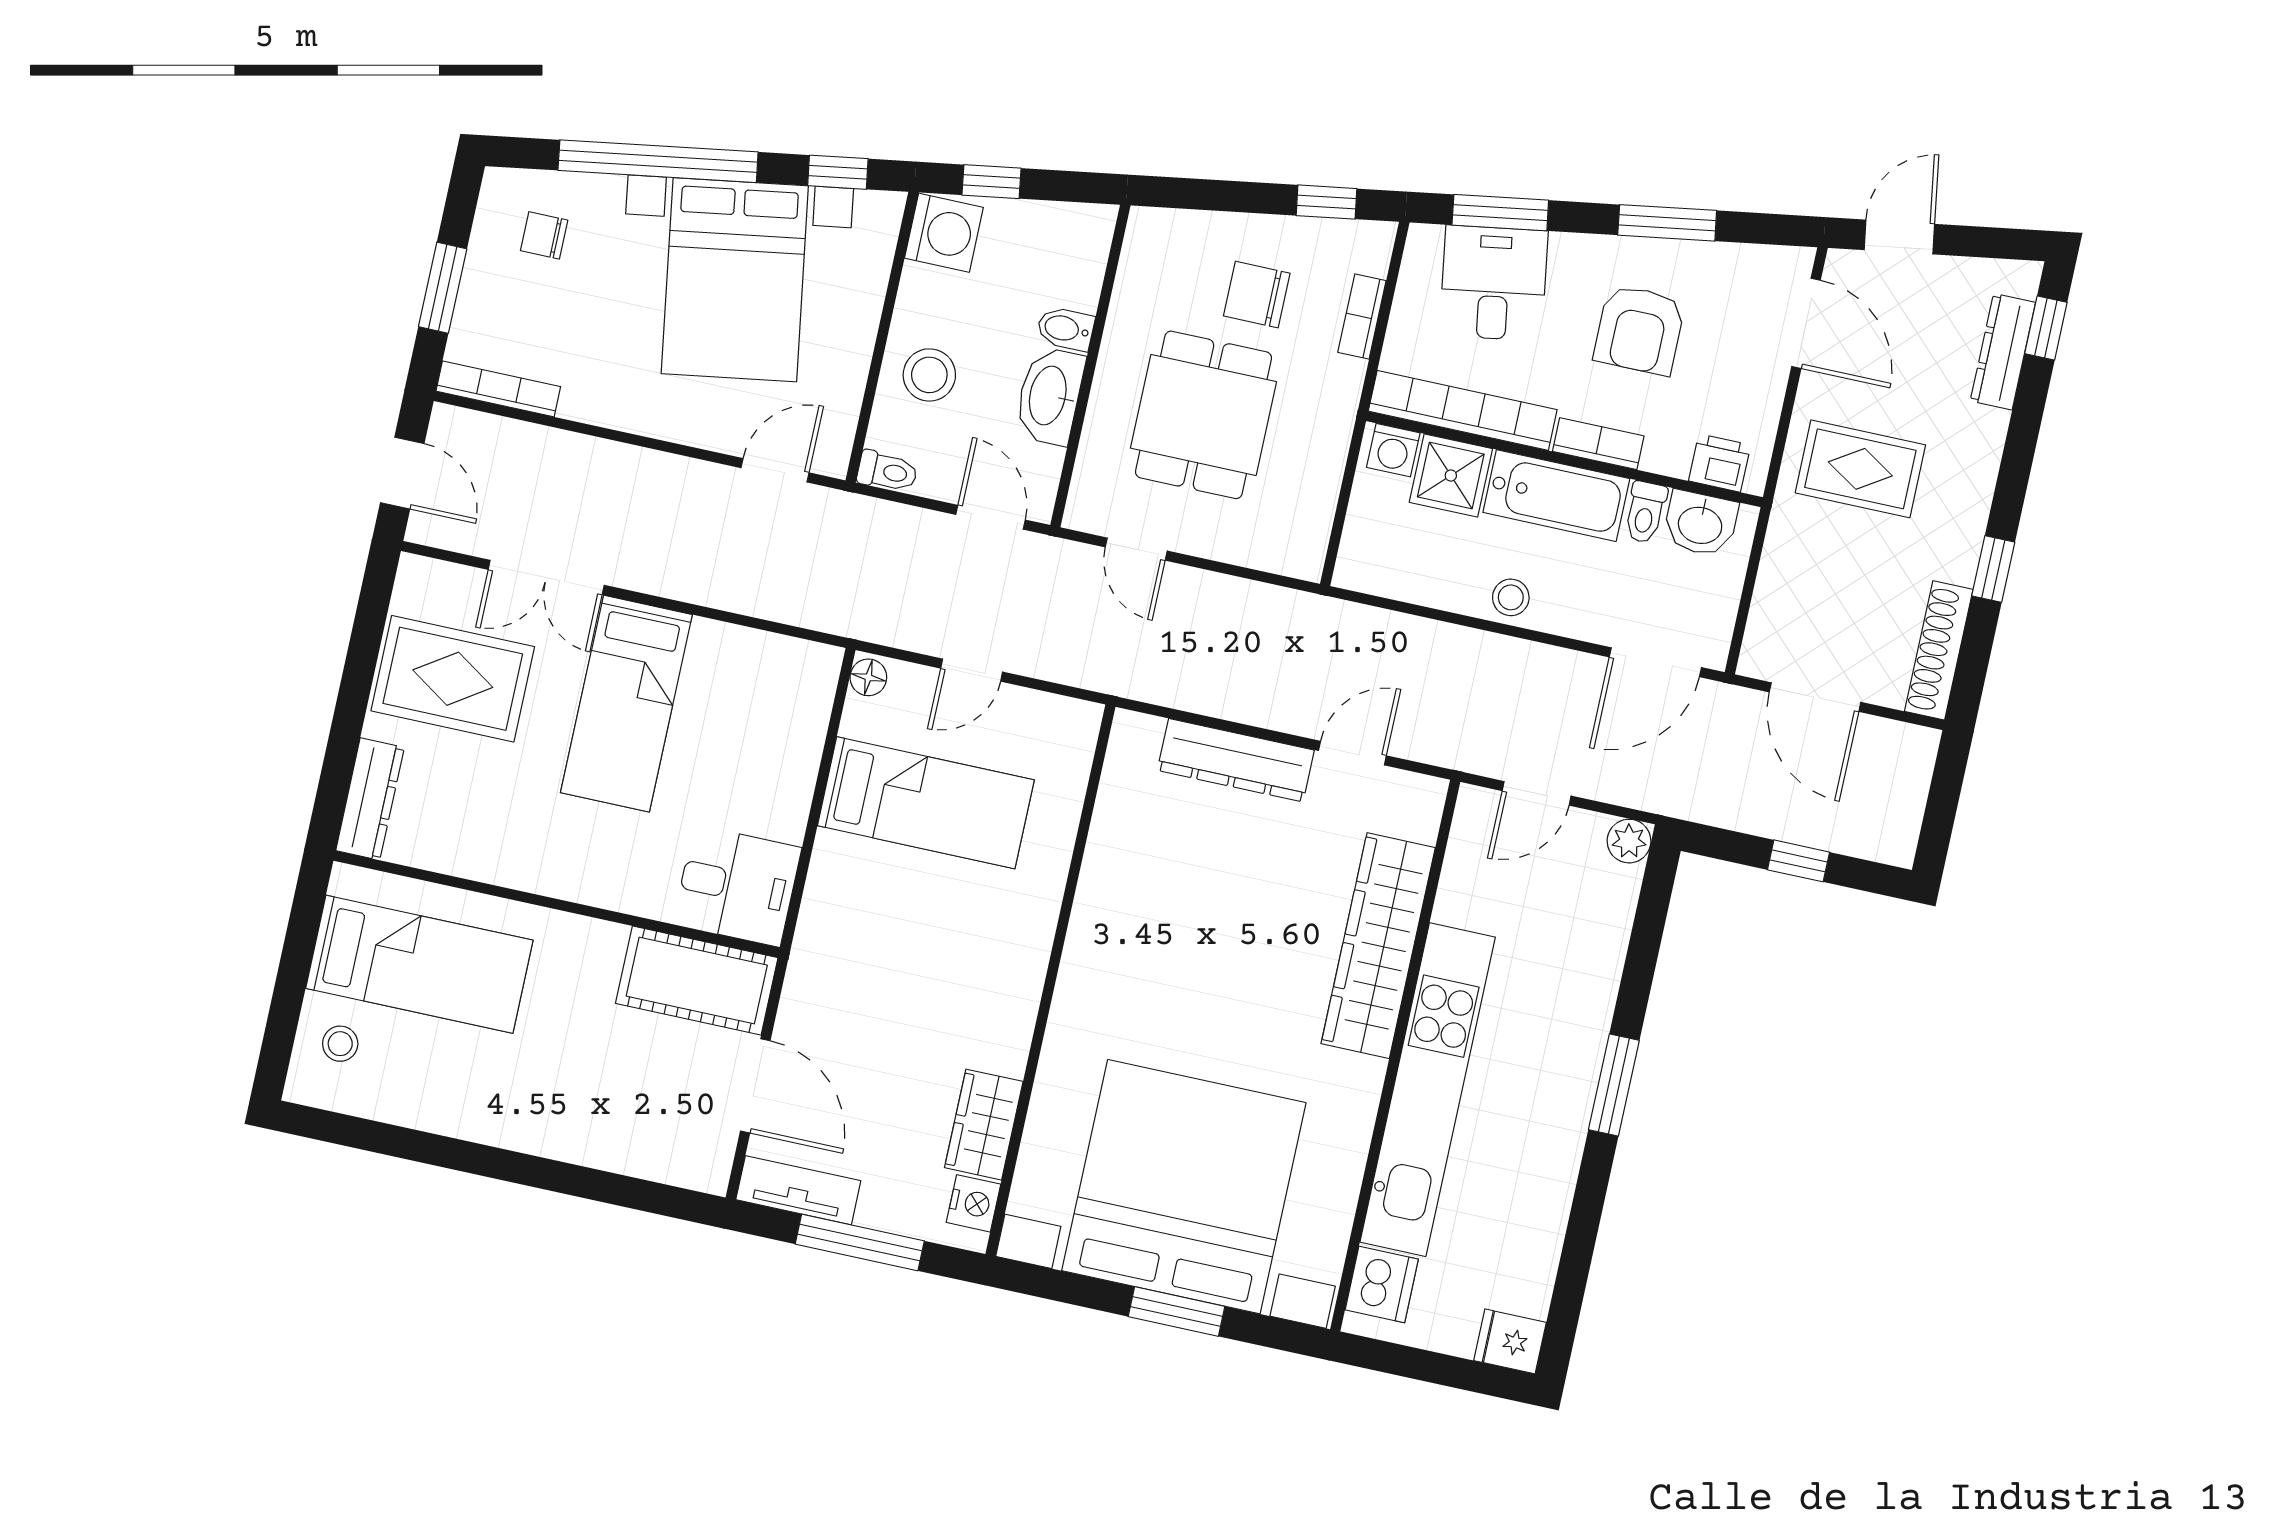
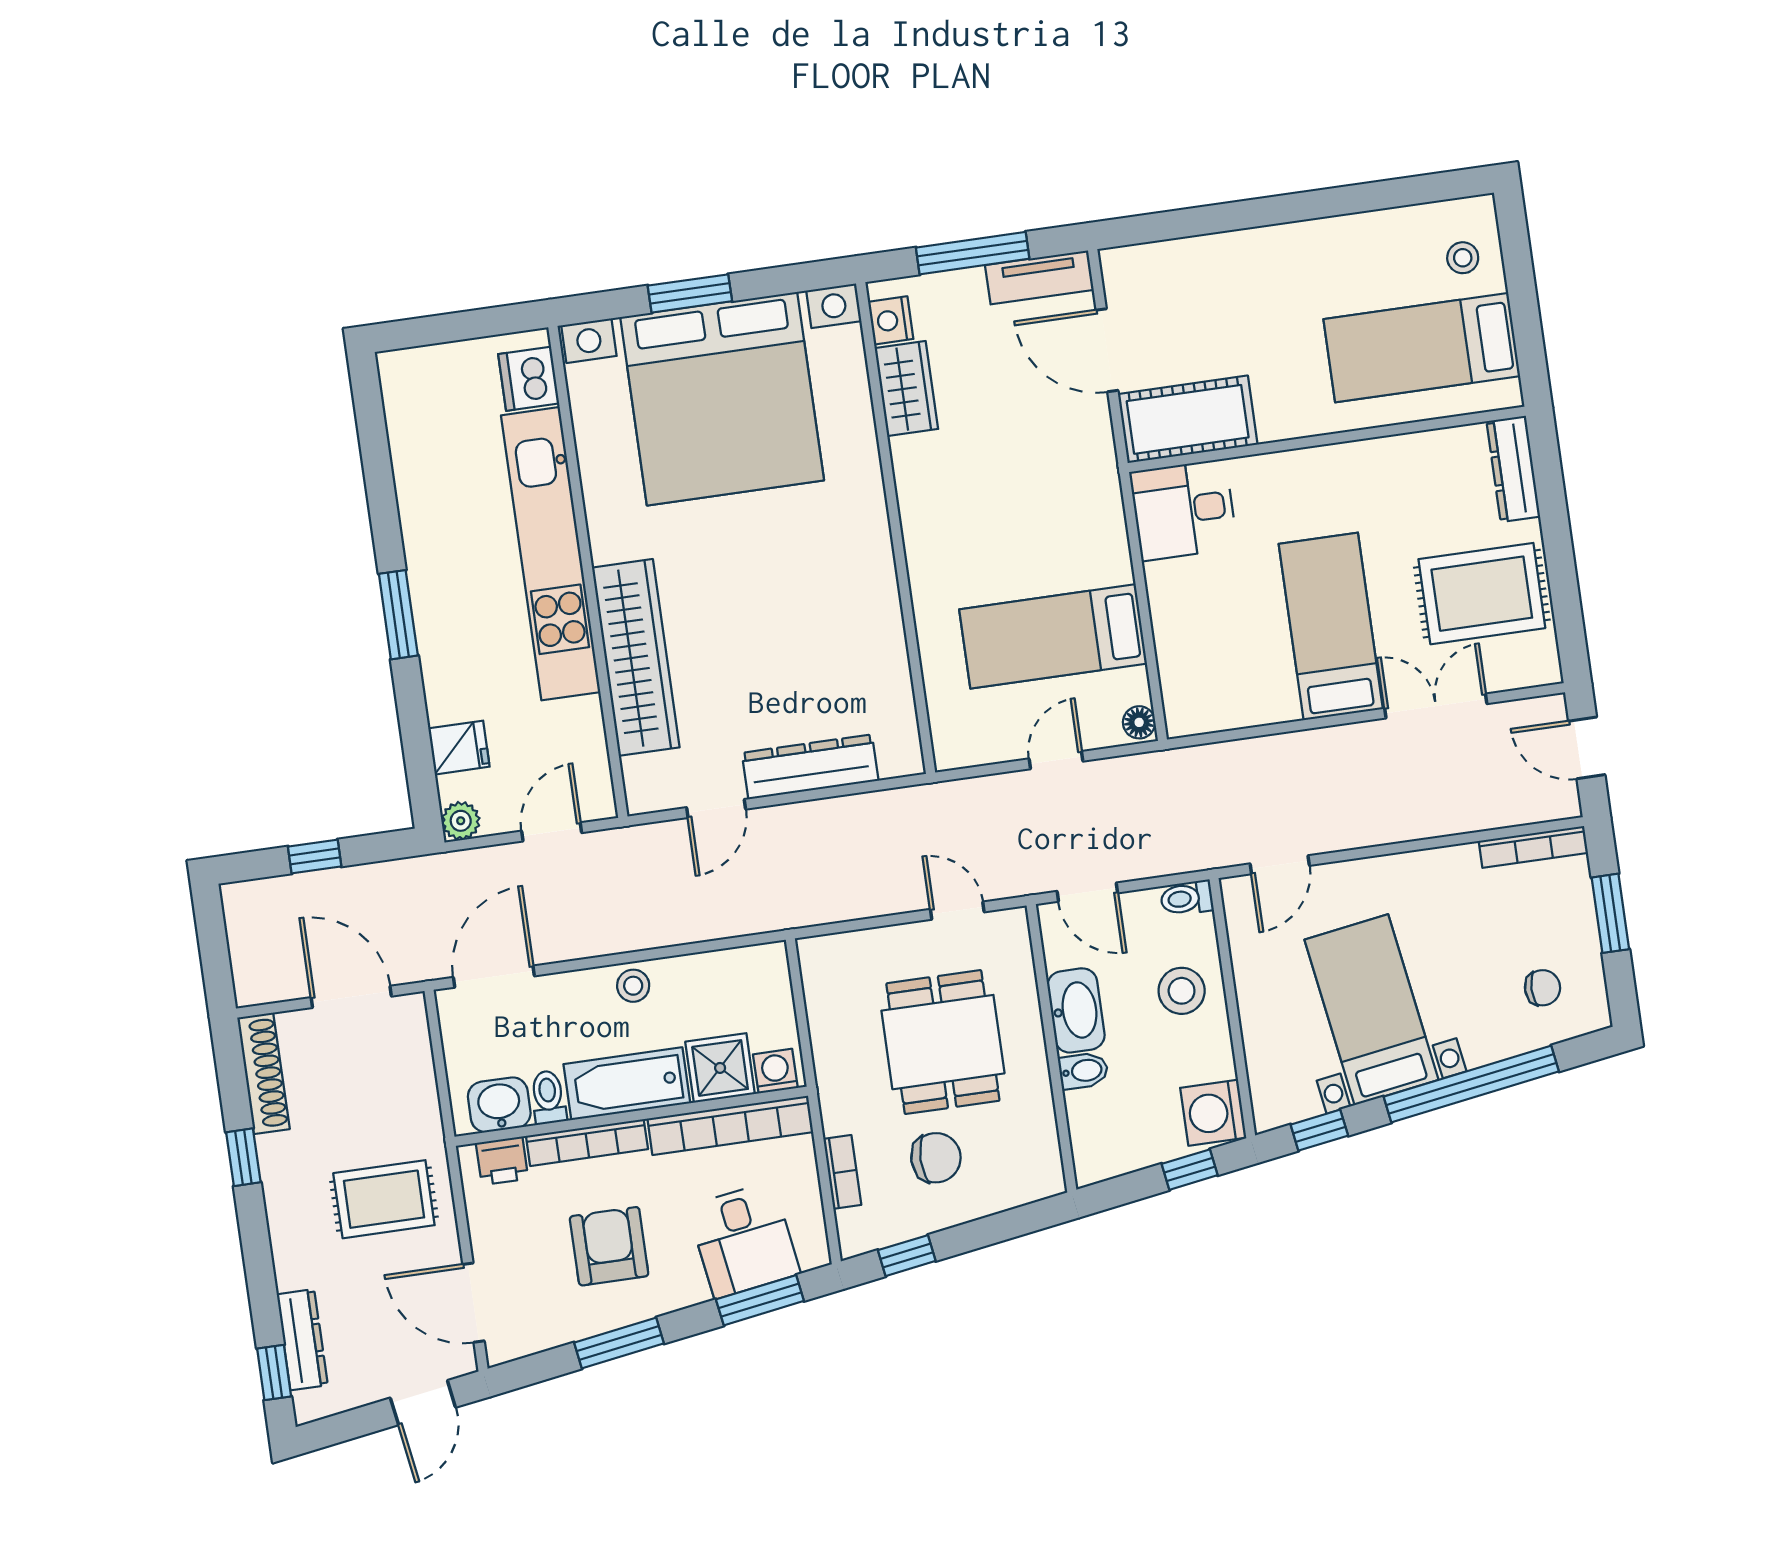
bed with nightstands: (735, 280) -> (1371, 1010), width x0.73
bookcase: (1598, 444) -> (587, 1143), width x1.56
fridge: (1510, 1341) -> (459, 748), moved

